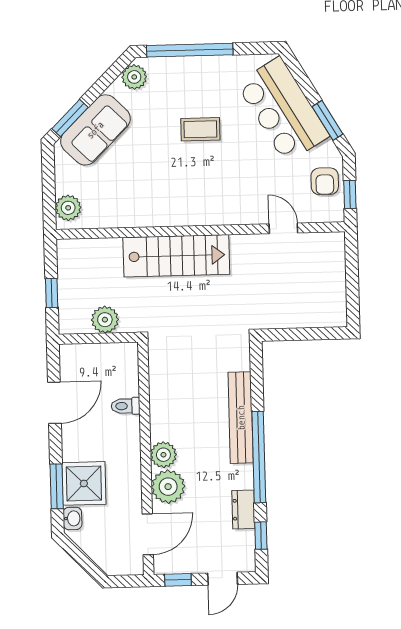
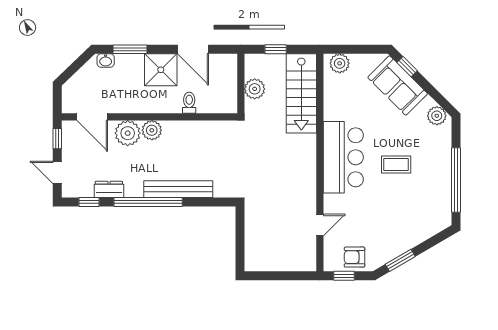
window: (190, 50) -> (456, 180), moved
bar counter: (283, 110) -> (343, 157), moved, turned 120
window: (70, 118) -> (407, 67), width x0.67
coffee table: (200, 129) -> (396, 164), turned 90
stairs: (176, 256) -> (301, 93), moved
shower: (84, 483) -> (161, 70), moved

